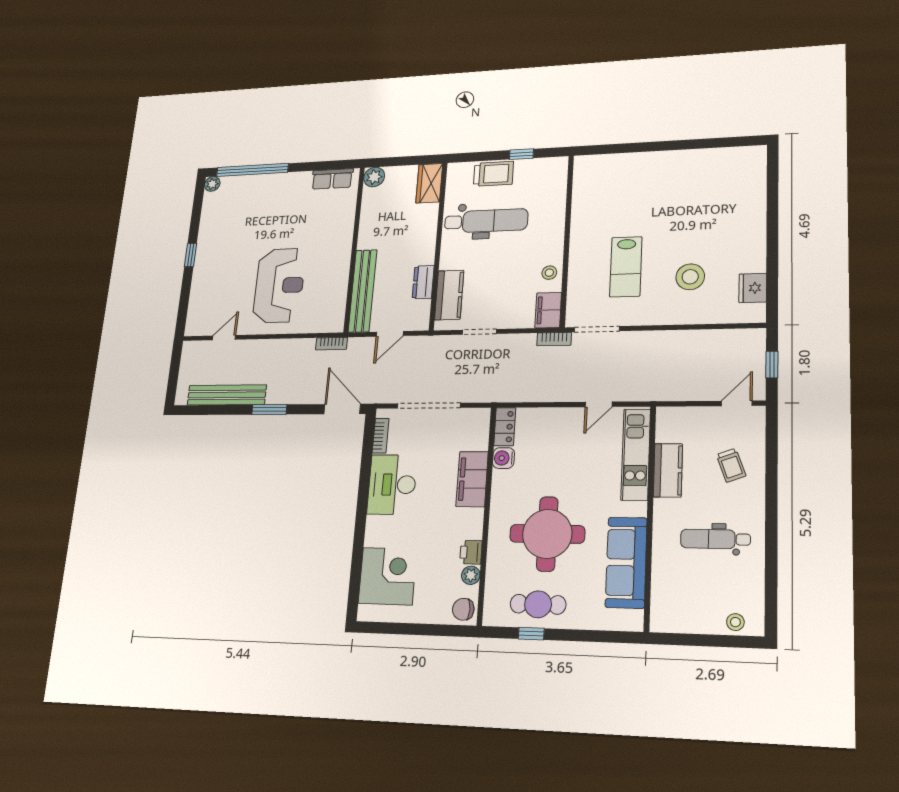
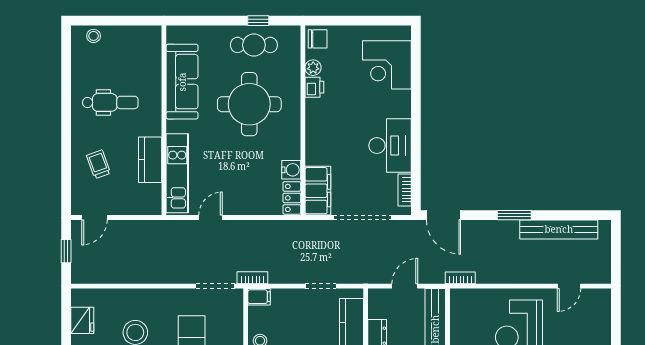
filing cabinet: (548, 310) -> (259, 297), width x0.50
filing cabinet: (472, 479) -> (318, 191), moved

